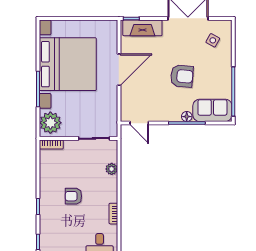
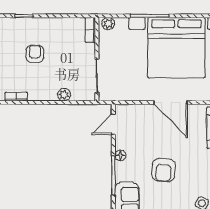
floor lamp: (187, 117) -> (120, 155), moved
plant: (50, 123) -> (108, 24), width x0.53, depth x0.53

